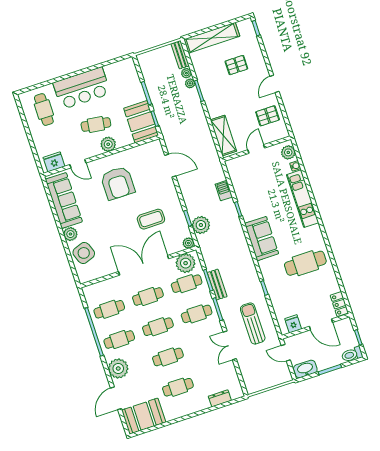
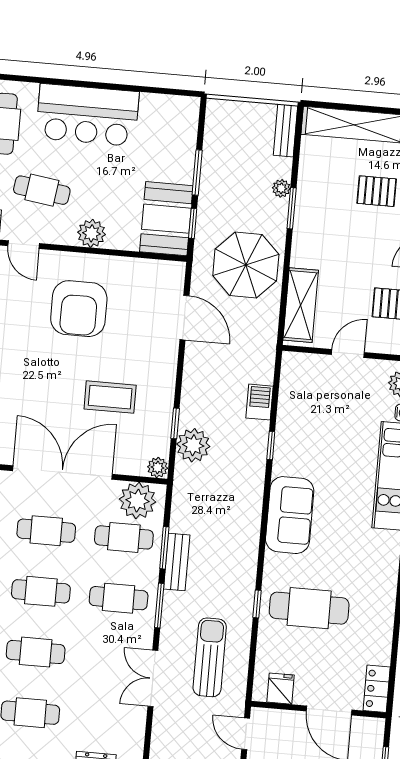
plant: (186, 73) -> (283, 168), removed
cafe table: (96, 124) -> (42, 190), moved
parasol: (189, 128) -> (246, 265), added
cafe table: (305, 263) -> (309, 608), moved

